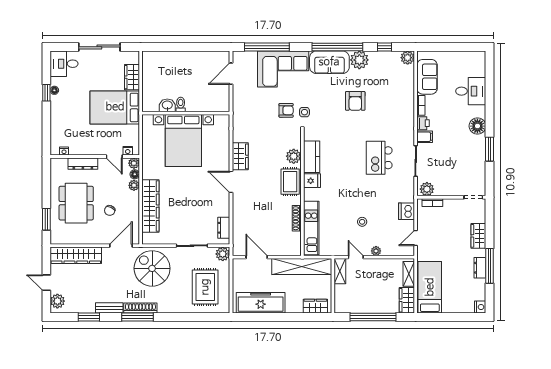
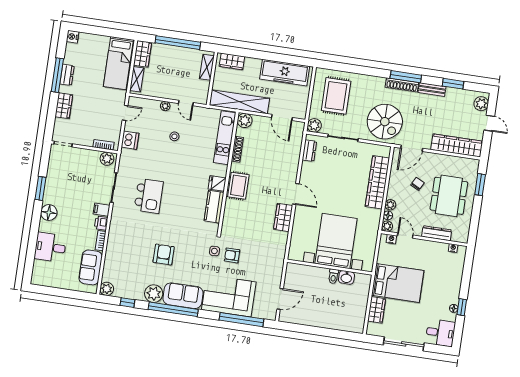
plant: (294, 156) -> (245, 120), moved
shelving: (340, 271) -> (207, 67), moved

